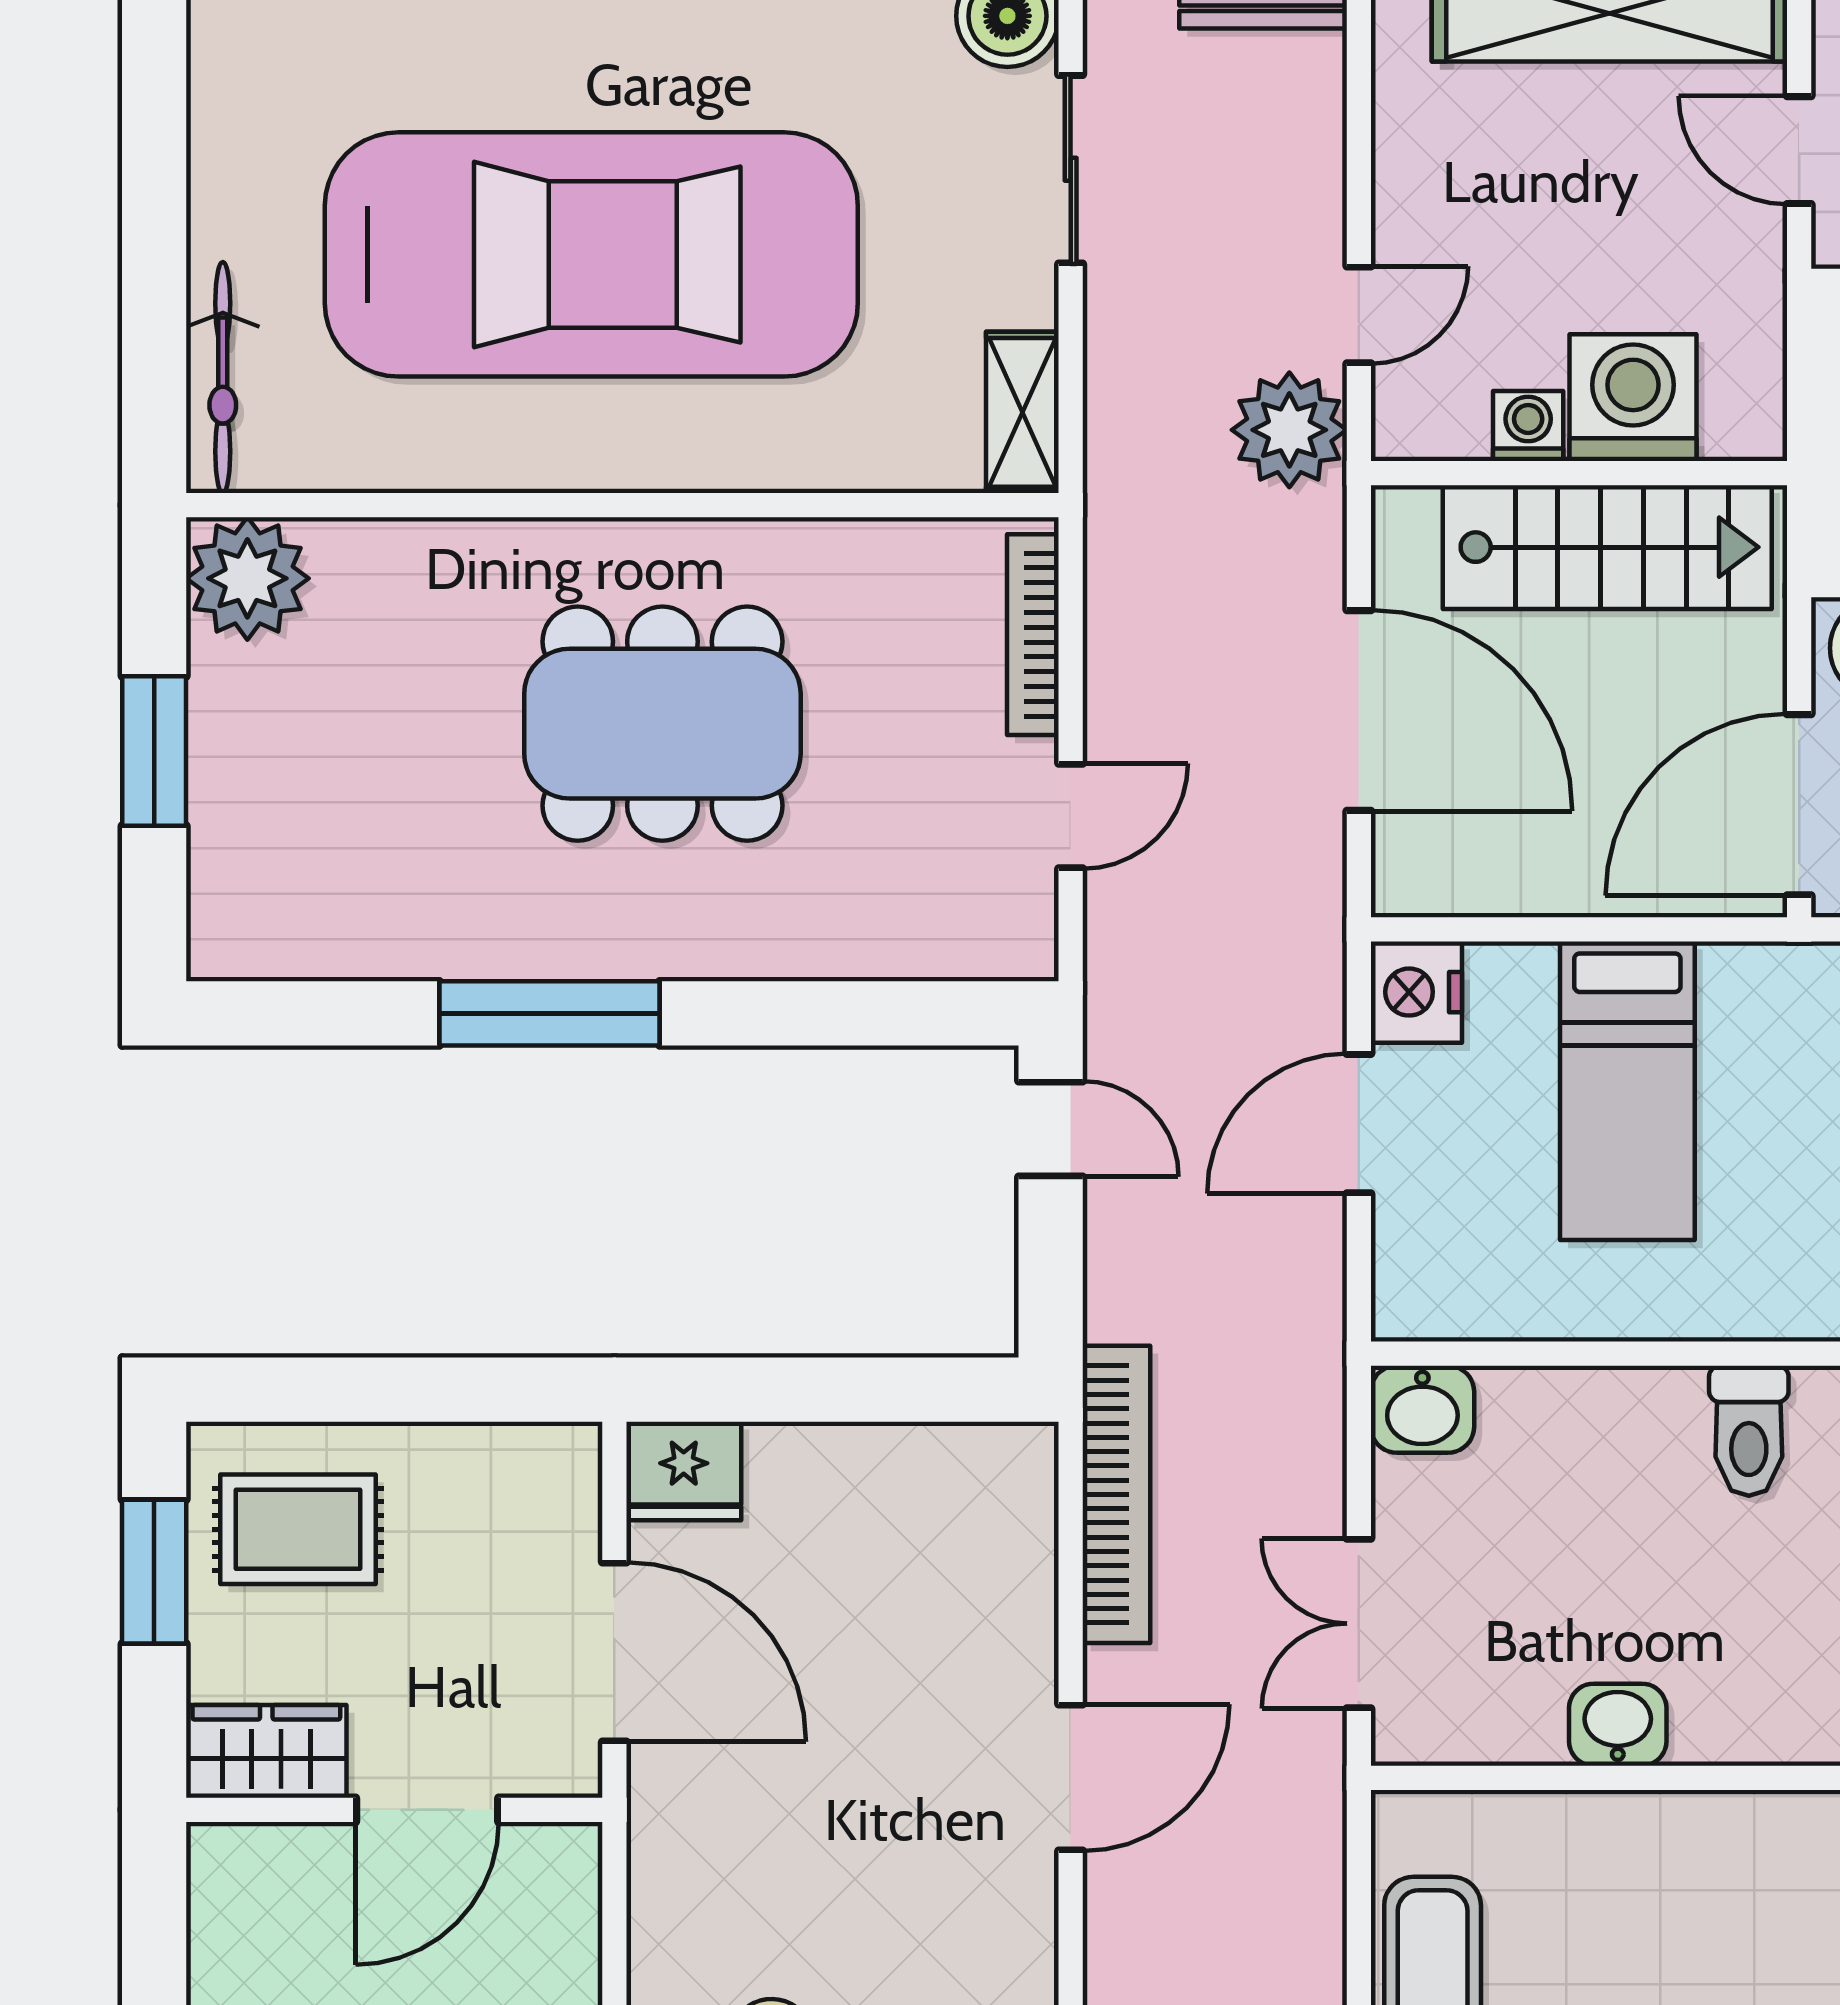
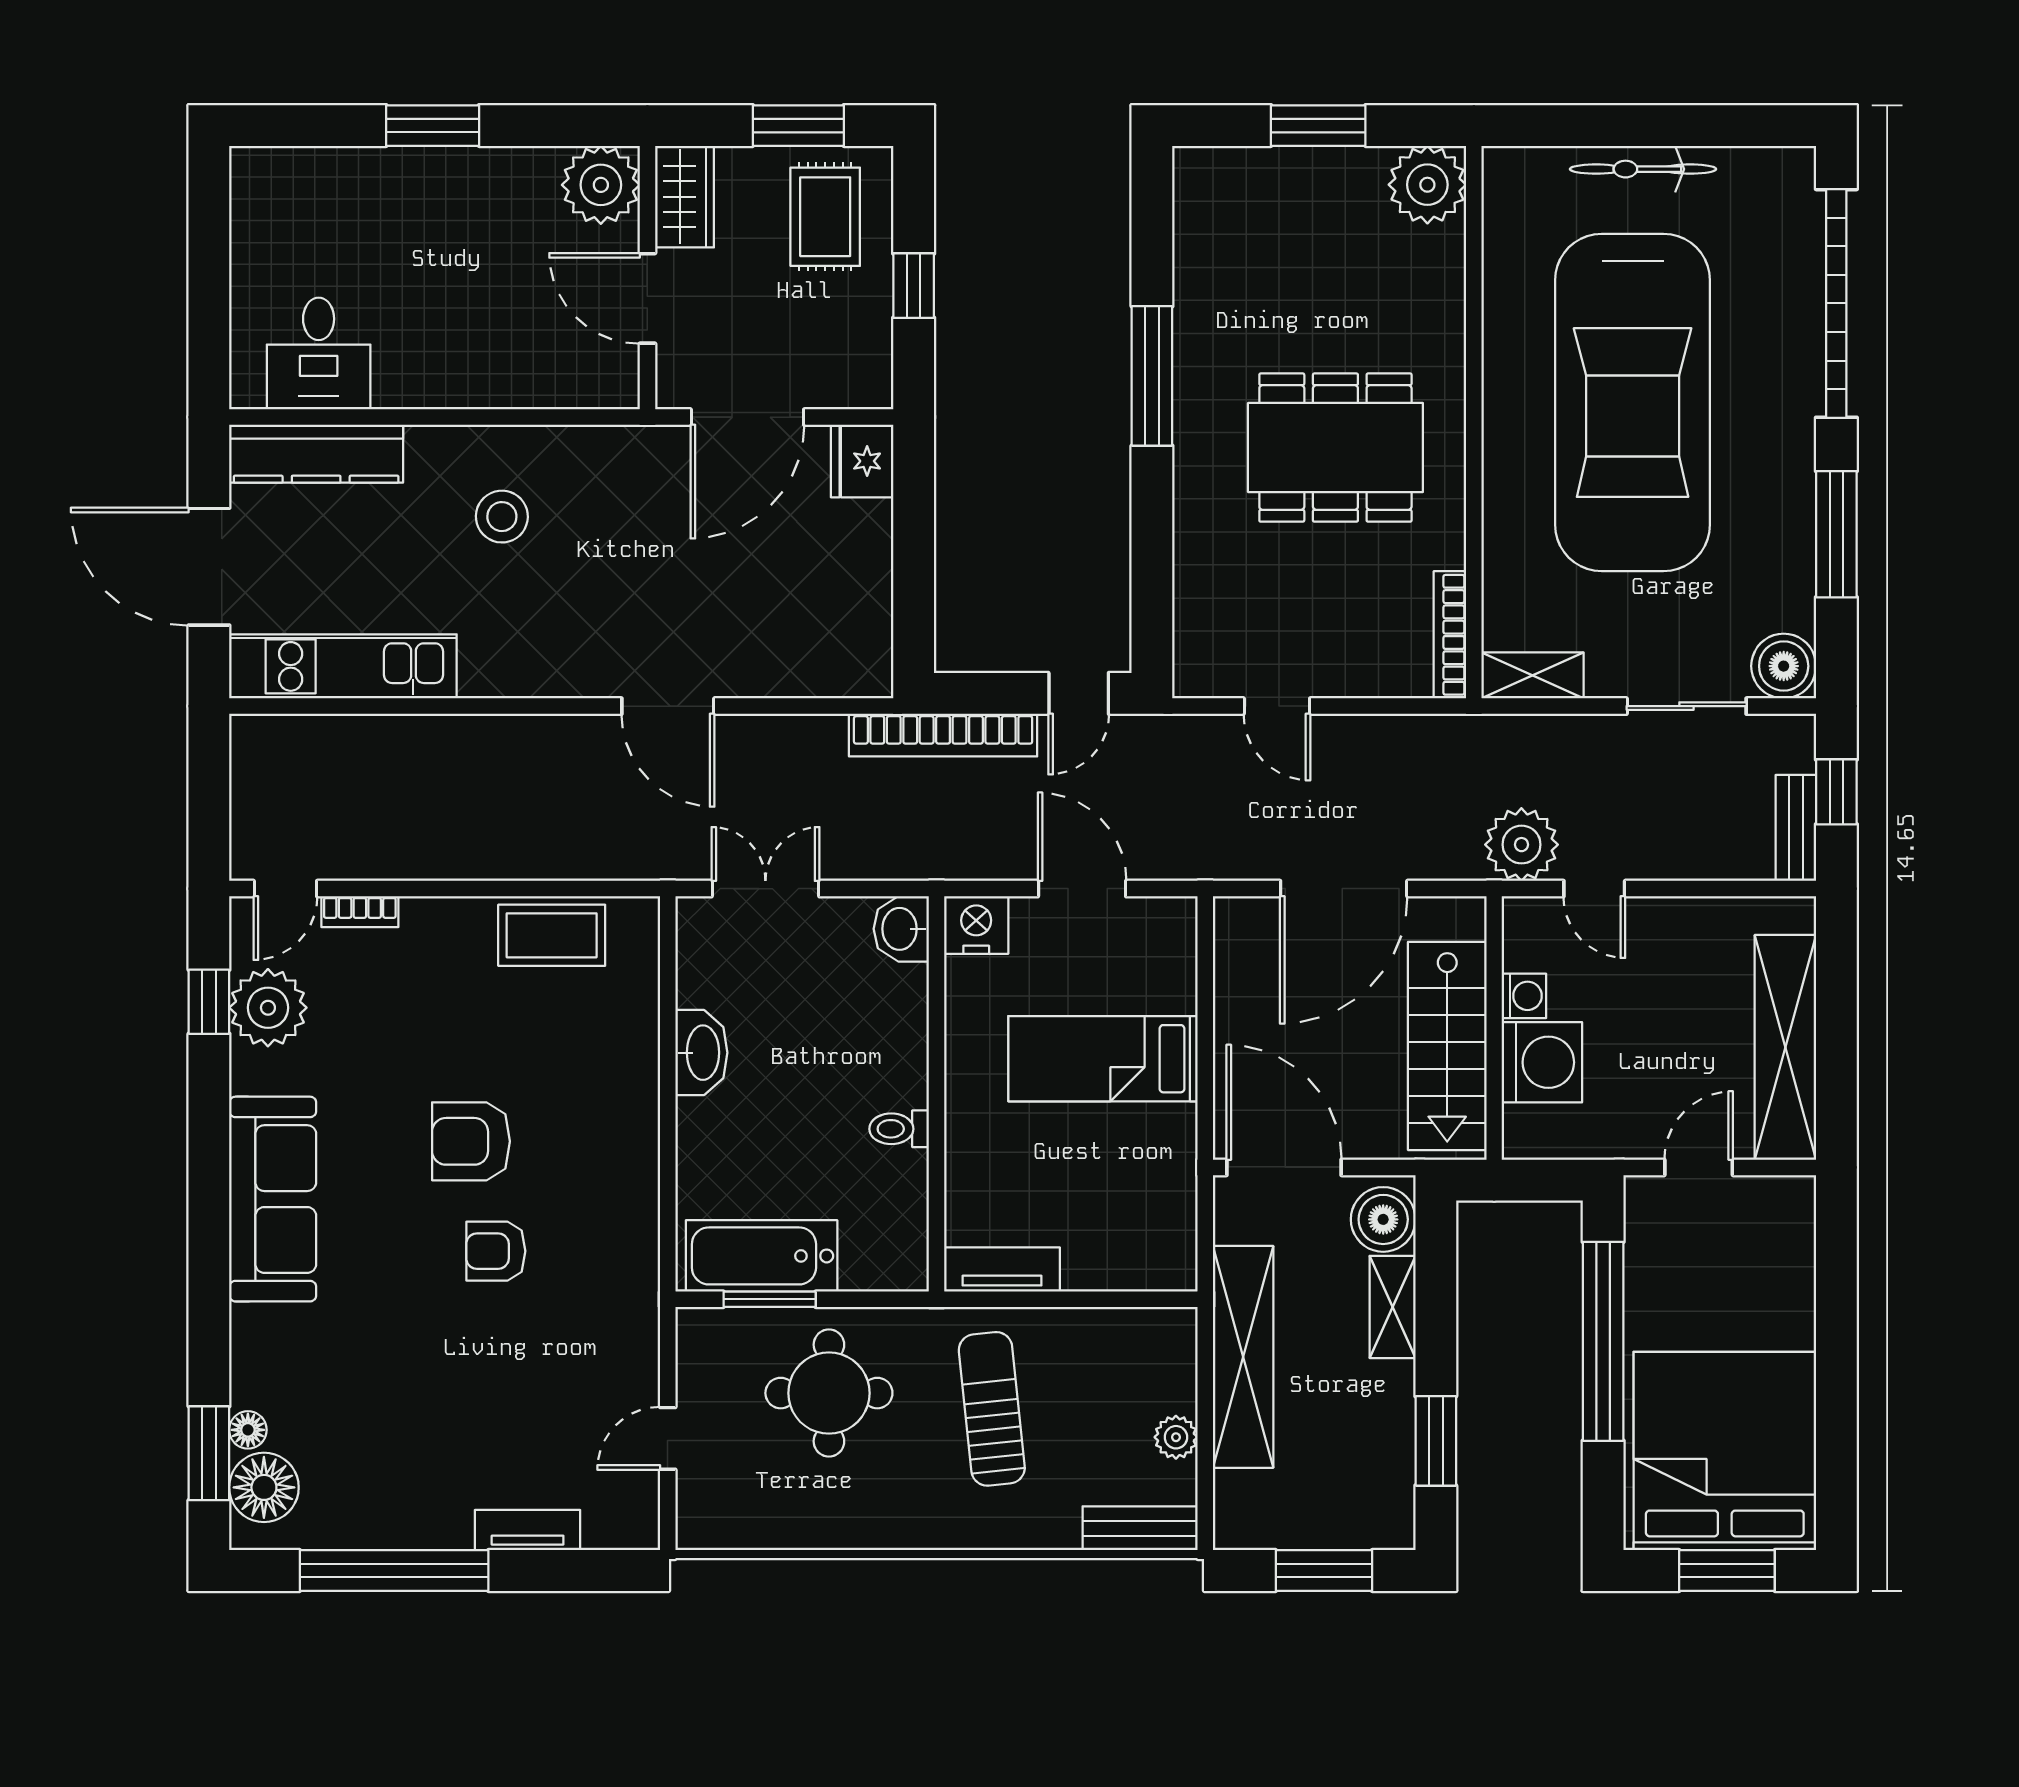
bicycle: (223, 377) -> (1643, 169), moved
bookcase: (1033, 635) -> (1450, 635), moved, turned -90
dining table: (662, 724) -> (1335, 448), turned 90
nightstand: (1416, 992) -> (976, 925), moved
window: (407, 1390) -> (914, 286), added
toilet: (1749, 1431) -> (899, 1129), width x0.73, depth x0.72
bookcase: (1116, 1494) -> (943, 735), moved
washbasin: (1618, 1725) -> (701, 1053), width x1.38
plant: (248, 1883) -> (601, 185), added

